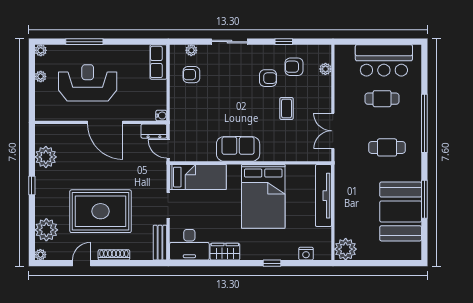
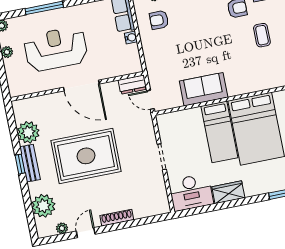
water cooler: (161, 116) -> (131, 37), moved
sofa: (238, 149) -> (204, 89), moved
bed: (198, 177) -> (219, 132), moved, turned 90
rug: (101, 211) -> (86, 156), moved
bench: (160, 243) -> (30, 163), moved
plant: (40, 255) -> (62, 228), moved

